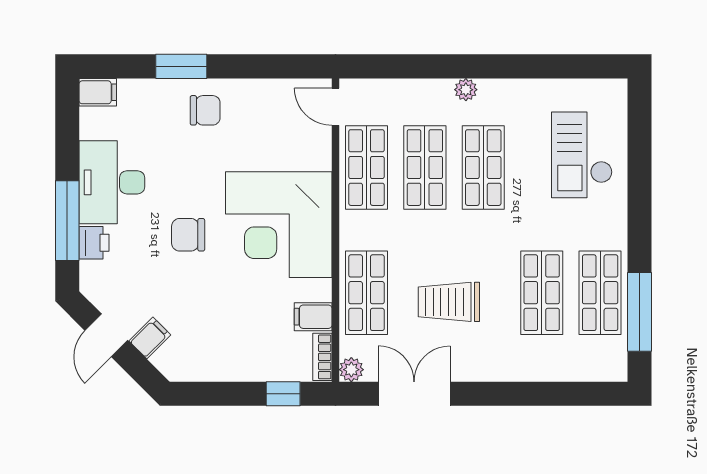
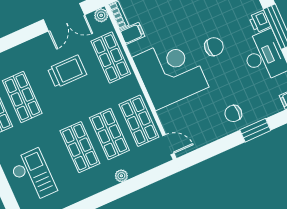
plant: (466, 90) -> (121, 176), moved

